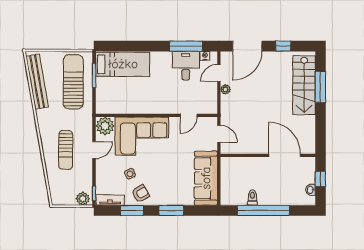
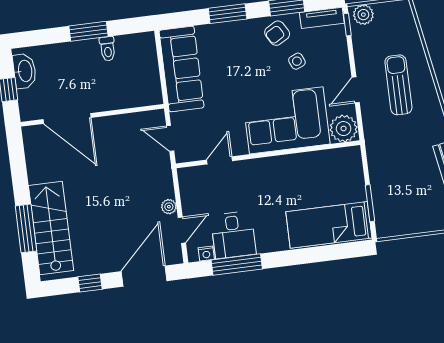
sun lounger: (73, 82) -> (400, 189), removed
washbasin: (311, 190) -> (25, 71), width x1.91, depth x1.45
window: (263, 210) -> (88, 31), width x0.47

